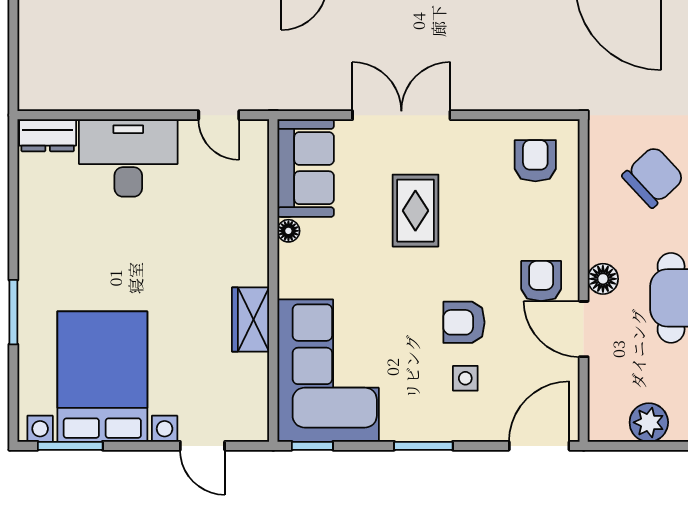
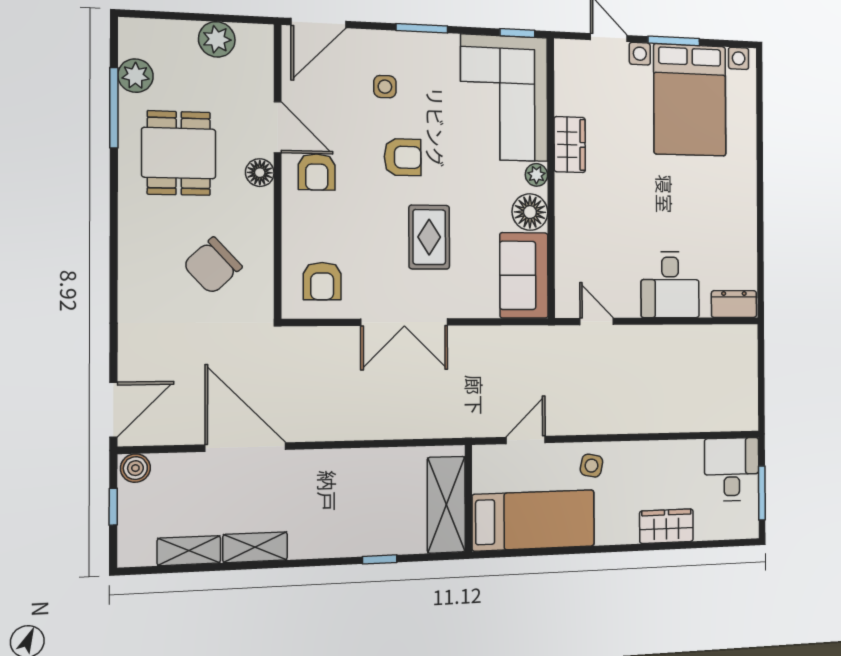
double door: (401, 115) -> (404, 322), moved
desk: (128, 158) -> (670, 285), width x0.73
floor lamp: (288, 231) -> (530, 212), width x1.89, depth x1.89
plant: (290, 284) -> (536, 175), added
window: (13, 312) -> (760, 156), removed
armchair: (464, 322) -> (403, 157), moved
window: (70, 446) -> (674, 41), moved

